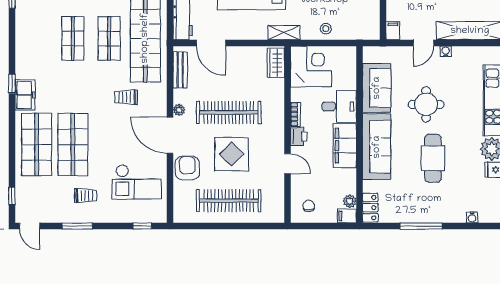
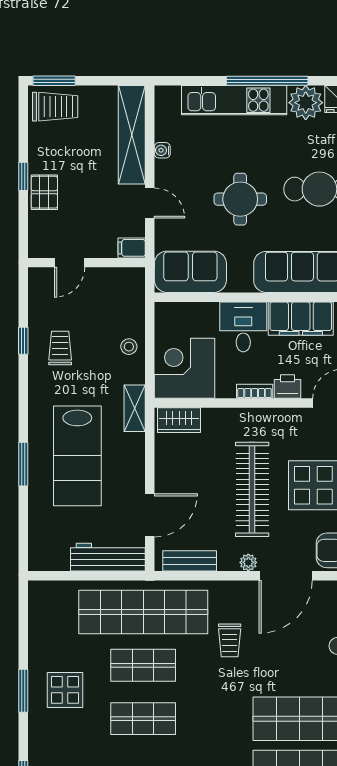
water cooler: (446, 51) -> (162, 150), moved
sofa: (377, 88) -> (190, 272), moved

